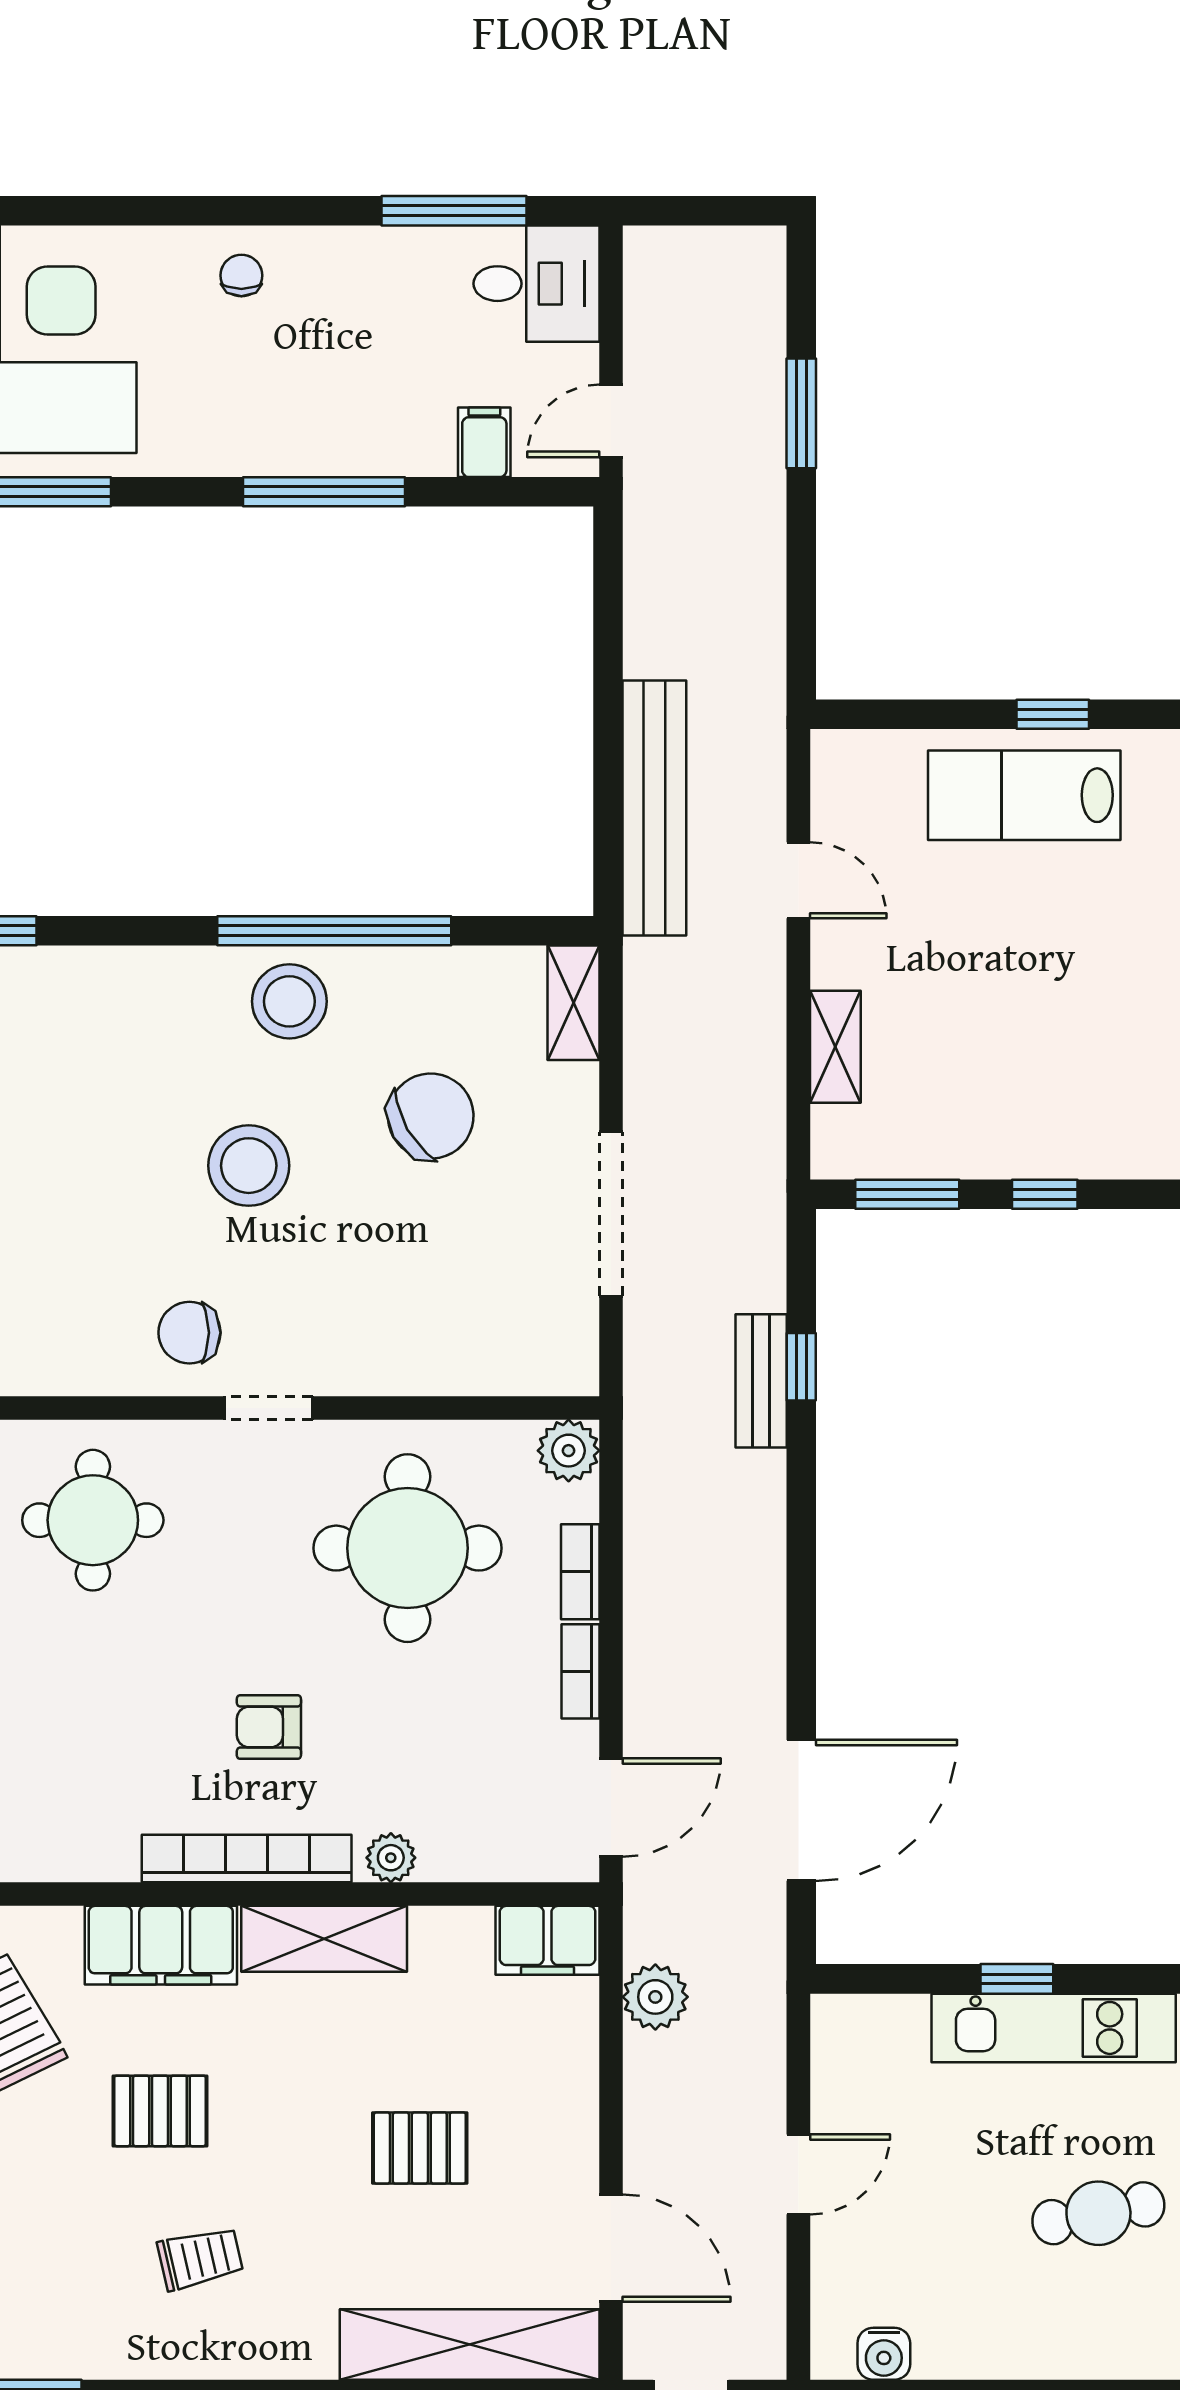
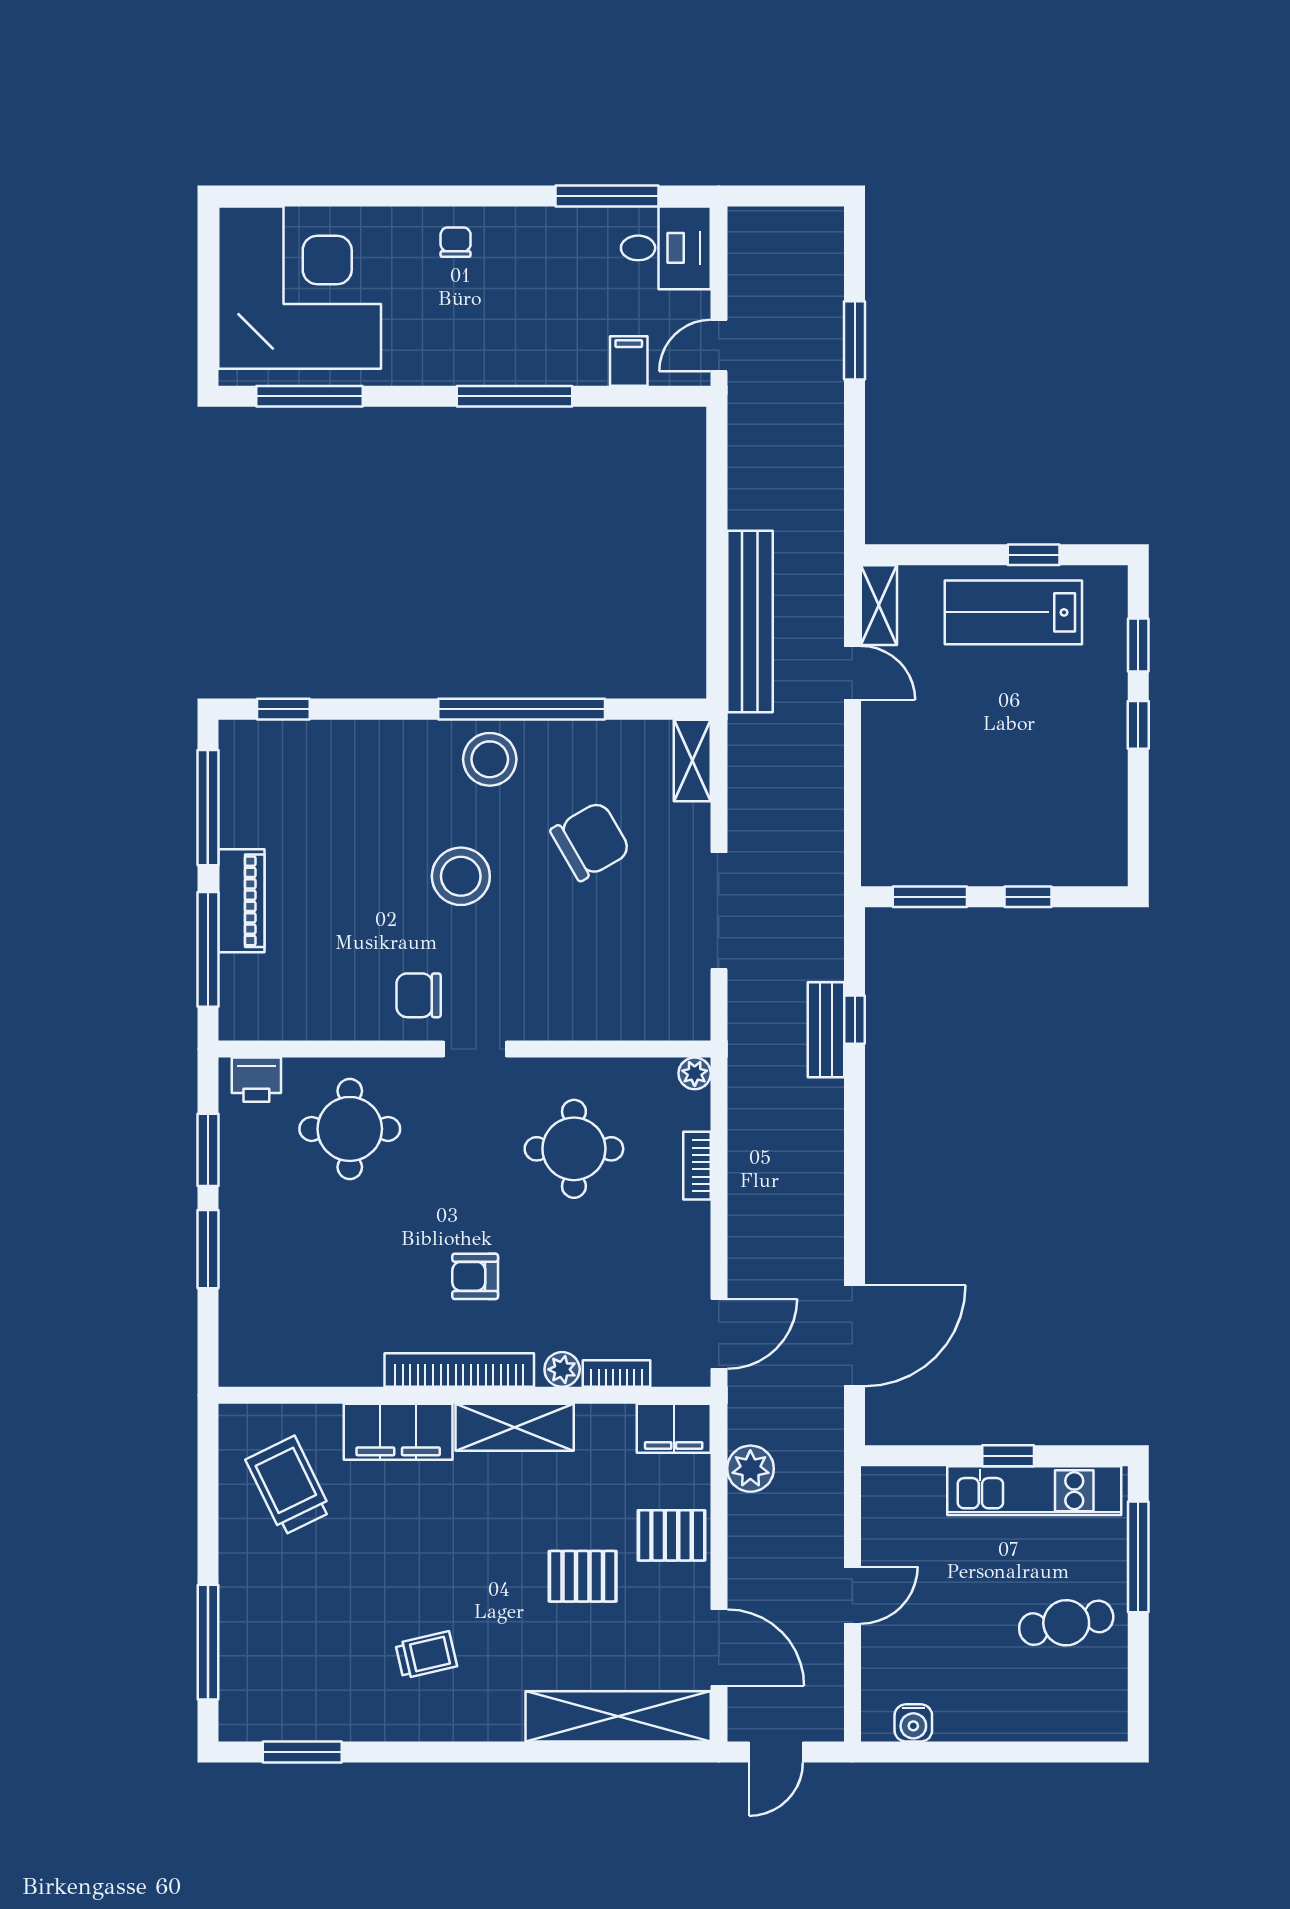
shelving: (835, 1047) -> (879, 605), moved
plant: (569, 1451) -> (695, 1073), width x0.73, depth x0.73
round table: (408, 1548) -> (574, 1149), width x0.73, depth x0.73
bookcase: (580, 1671) -> (617, 1373), moved, turned 90
pallet: (160, 2111) -> (672, 1535), moved

